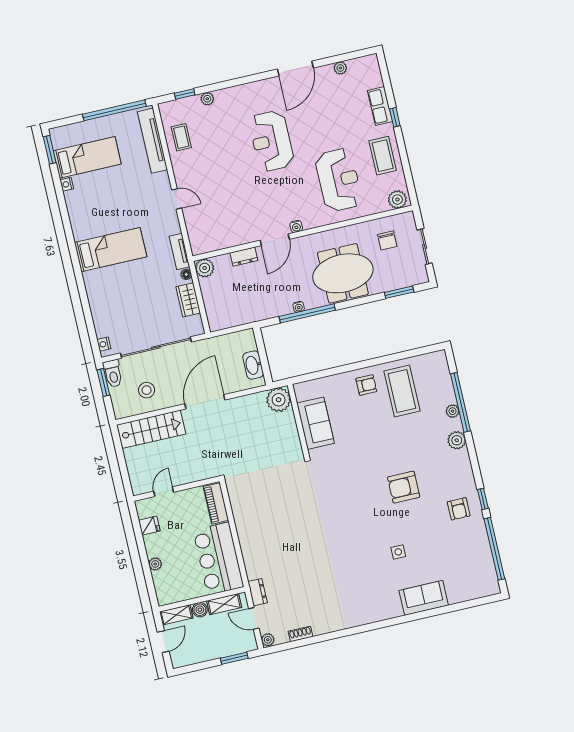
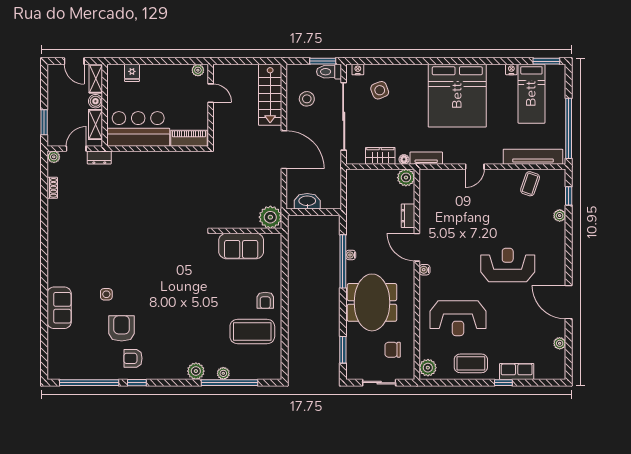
coffee table: (181, 137) -> (530, 184), turned -71
bed: (111, 250) -> (457, 96), width x2.04
side table: (120, 316) -> (380, 90), added
armchair: (404, 487) -> (122, 328), moved
fridge: (149, 526) -> (132, 73), moved
plant: (155, 564) -> (198, 70), moved

